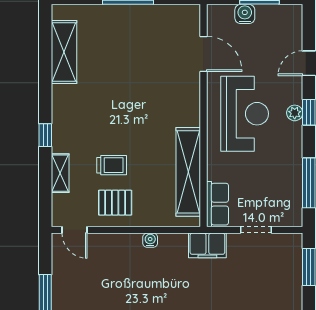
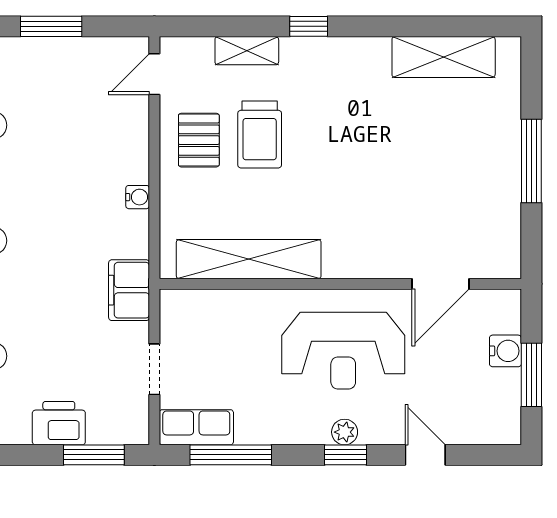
trolley: (112, 165) -> (260, 134), width x1.36, depth x1.39
row of seats: (217, 204) -> (196, 427), moved, turned 180
printer: (289, 289) -> (59, 423), added

